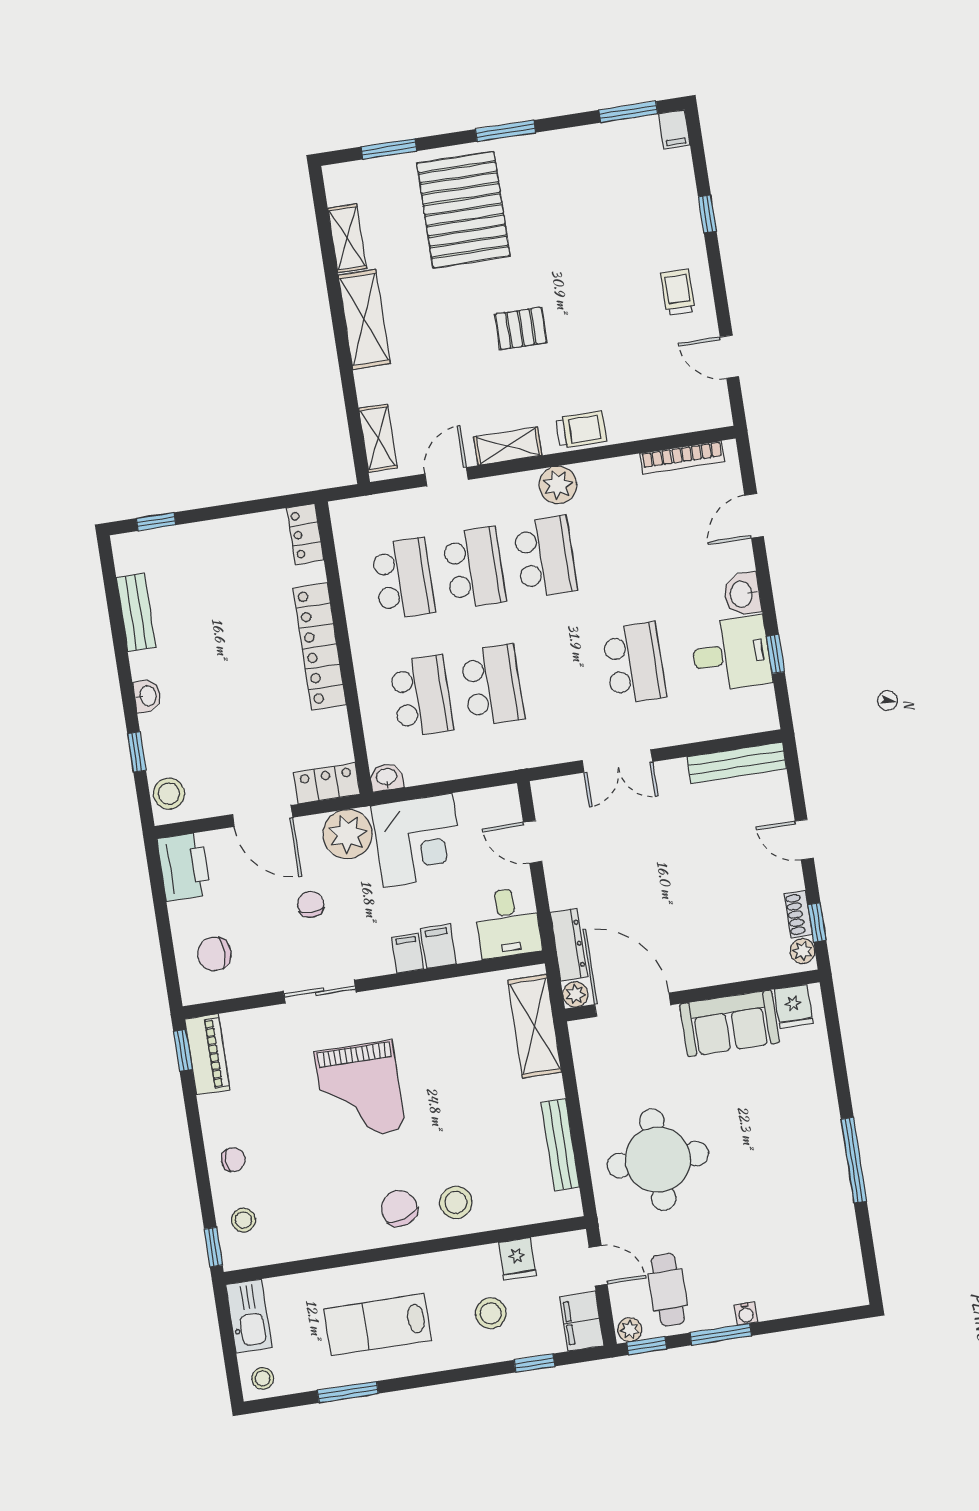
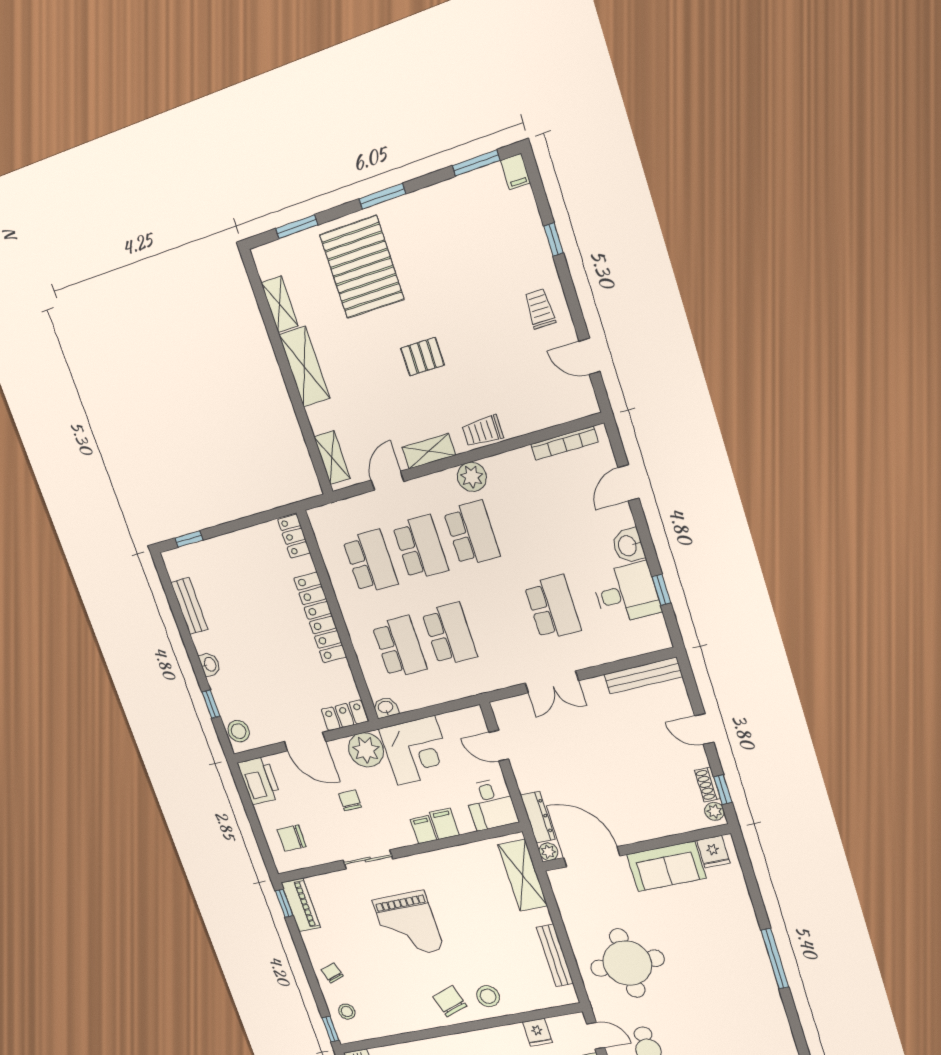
trolley: (581, 430) -> (482, 431), turned 180
chair: (233, 1160) -> (332, 973), turned -108

